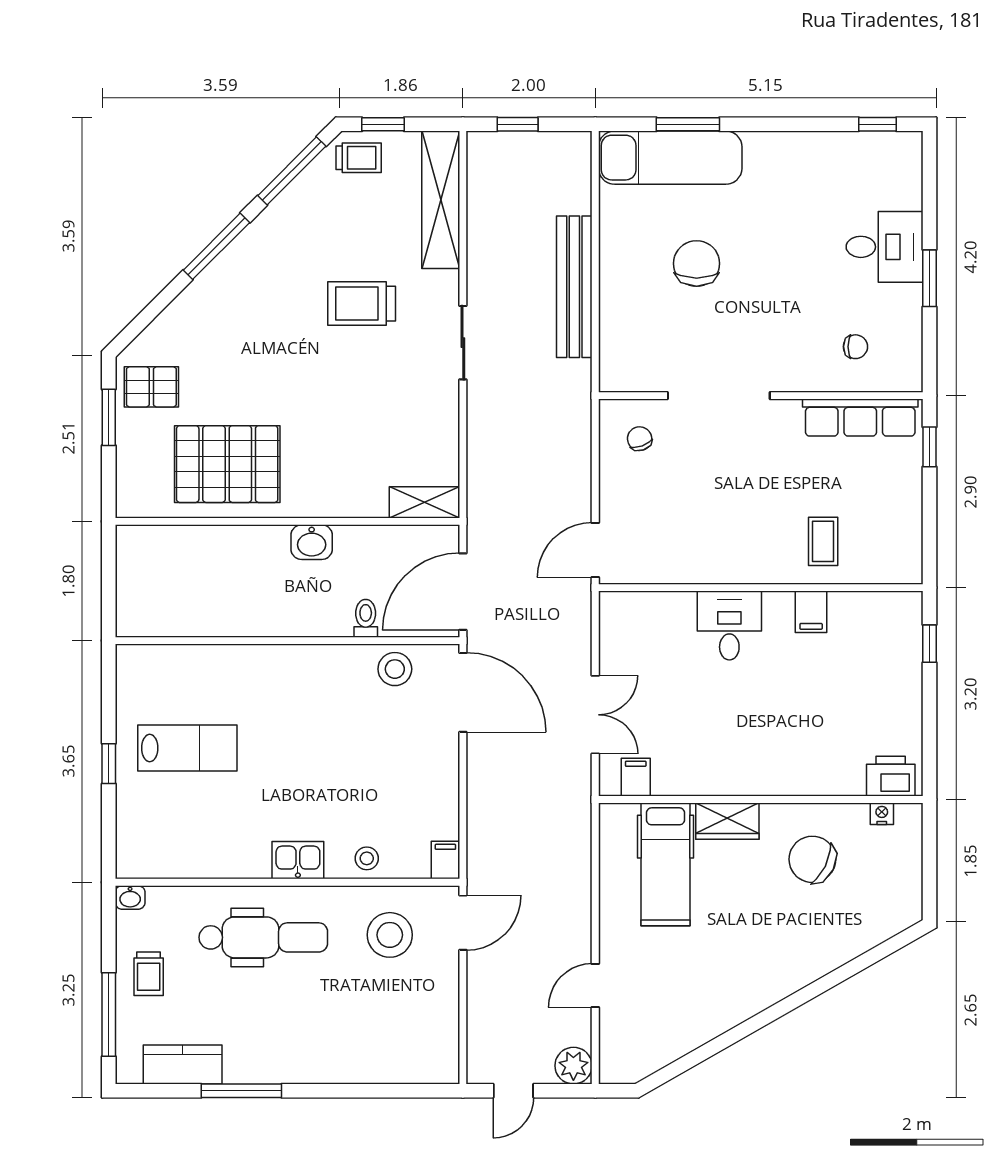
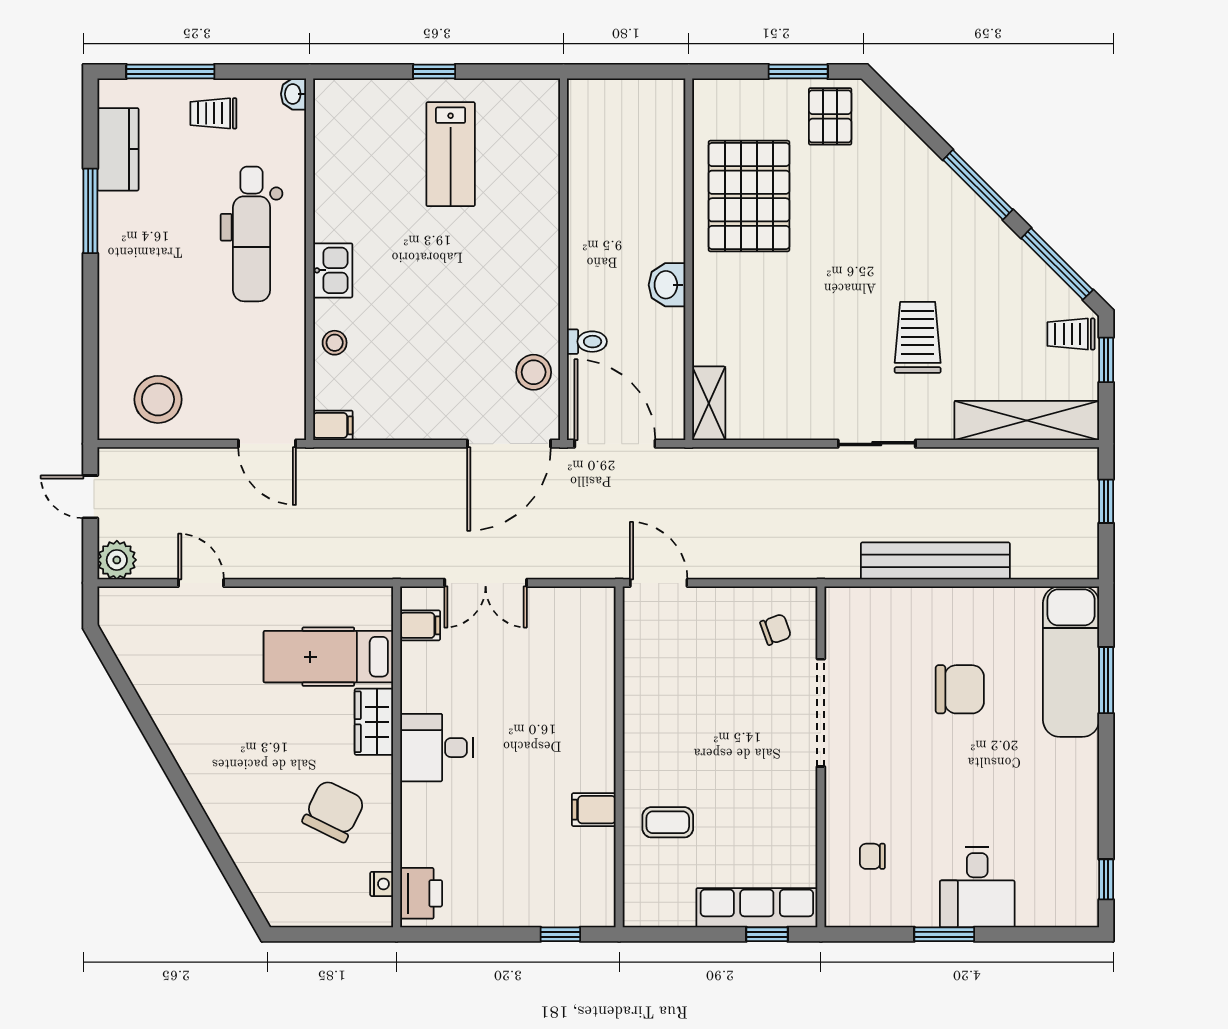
trolley: (359, 158) -> (1071, 334), turned 90
chair: (855, 347) -> (872, 856), turned 90
row of seats: (860, 418) -> (757, 908), moved, turned 90
desk: (729, 626) -> (436, 748), moved, turned 180
stool: (390, 935) -> (158, 399), moved

